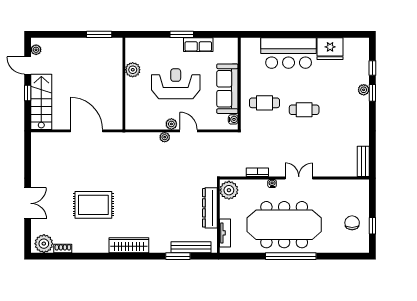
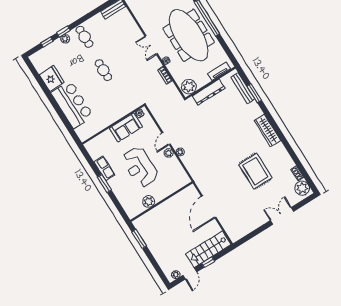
sofa: (227, 89) -> (126, 128), width x0.73
cafe table: (264, 103) -> (84, 37), moved

